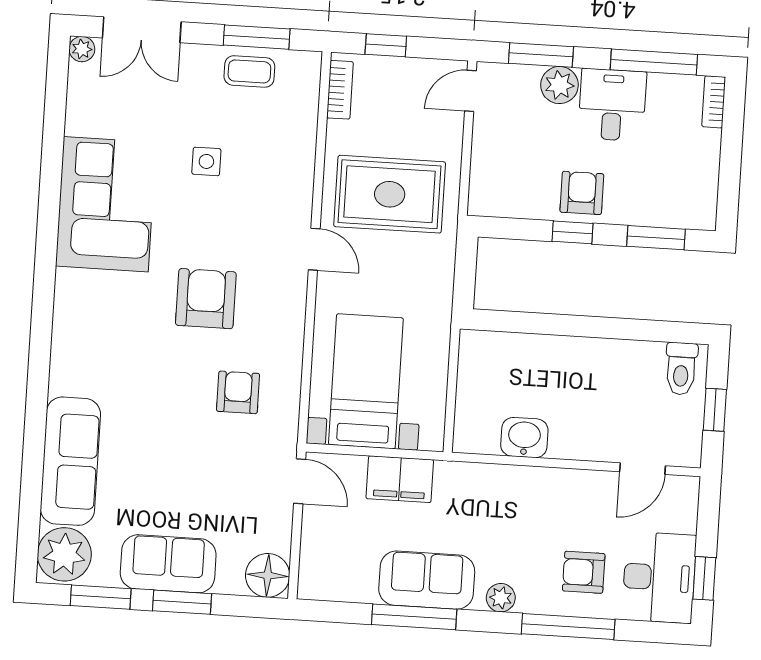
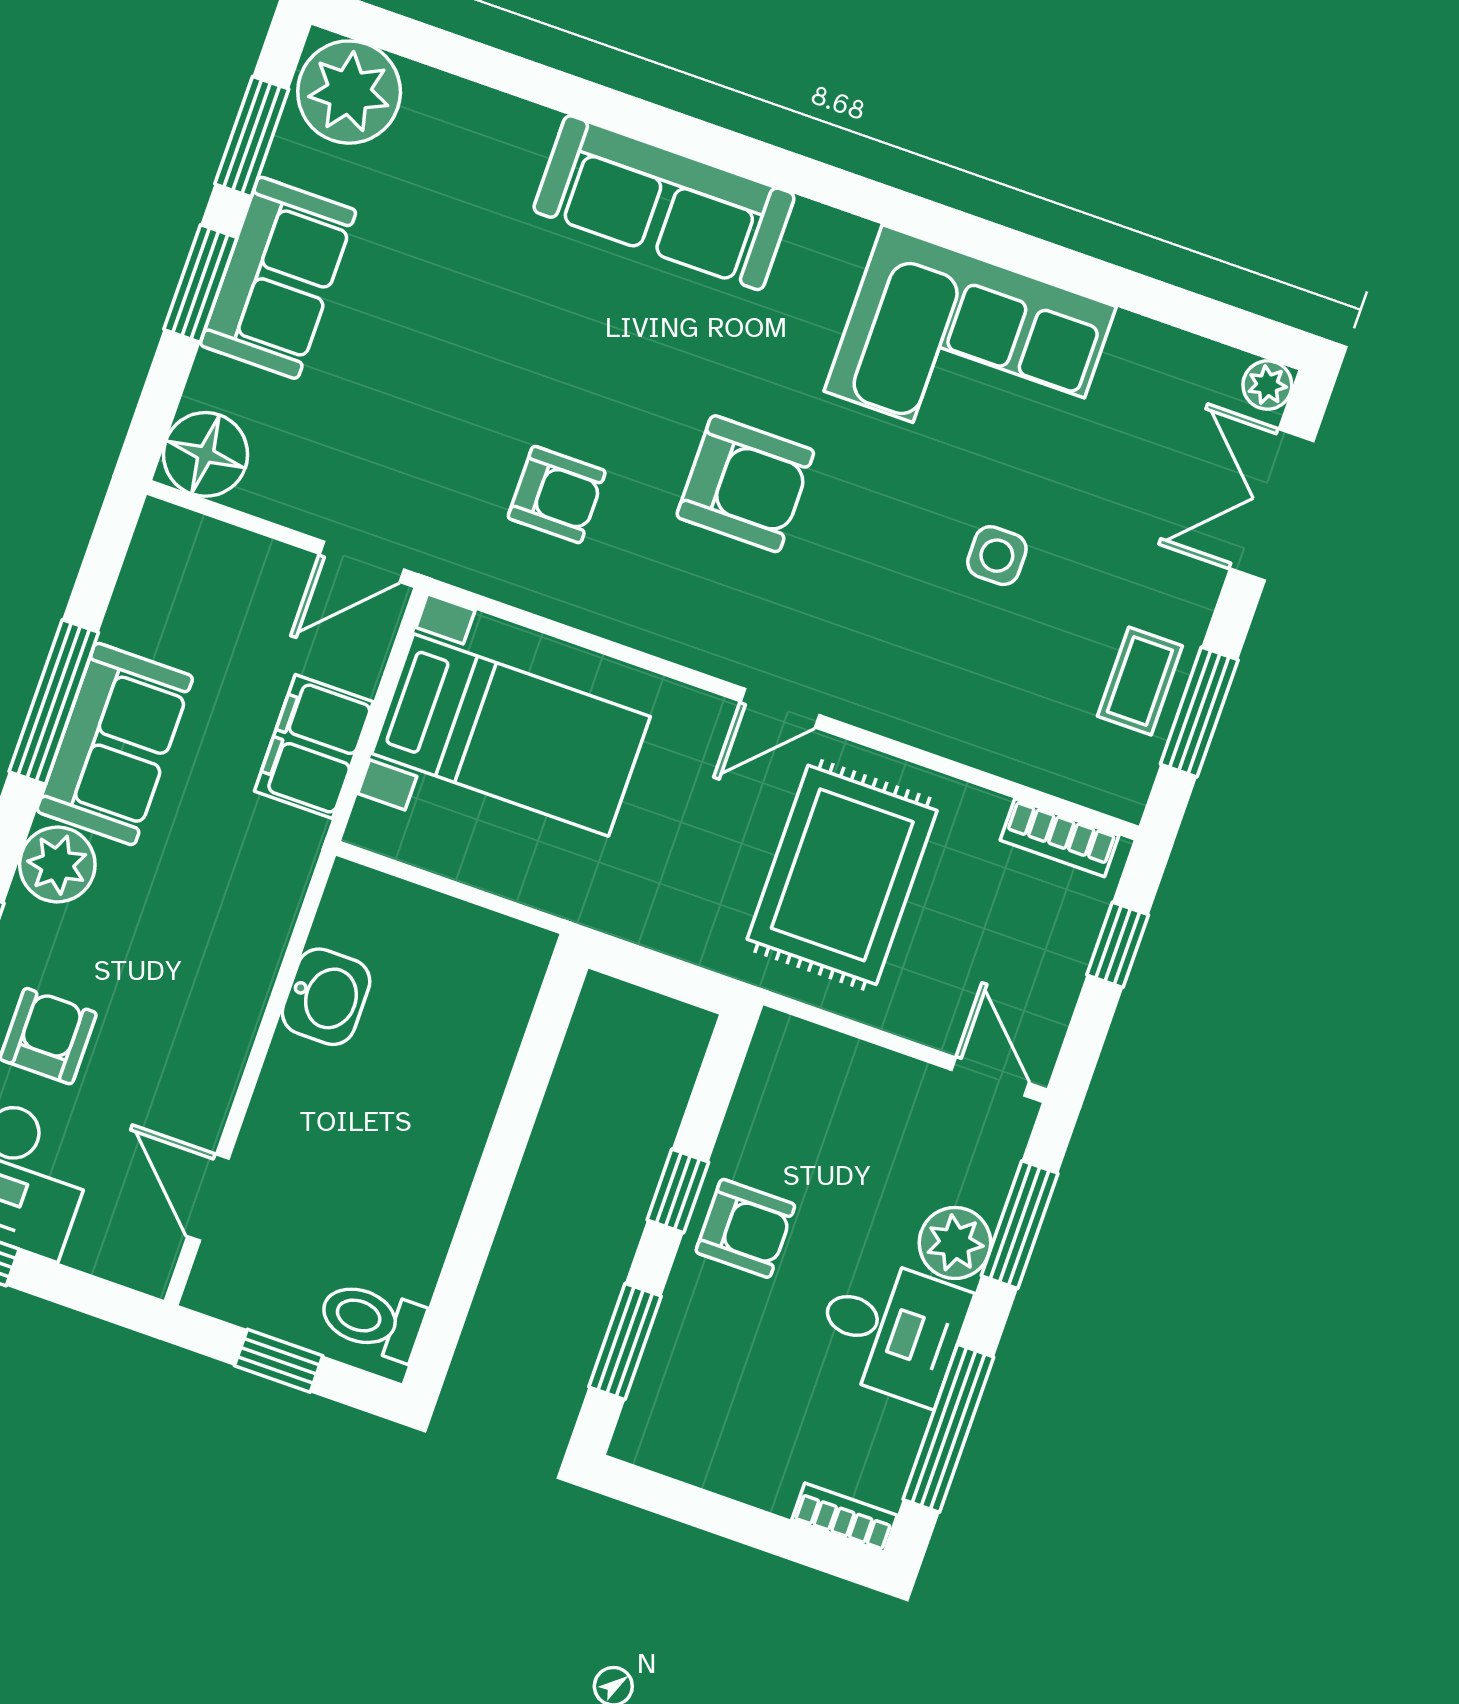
sofa: (70, 461) -> (664, 203), moved
plant: (501, 598) -> (57, 864), width x1.38, depth x1.38

